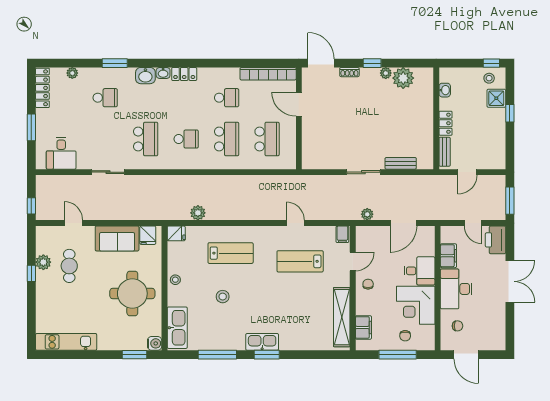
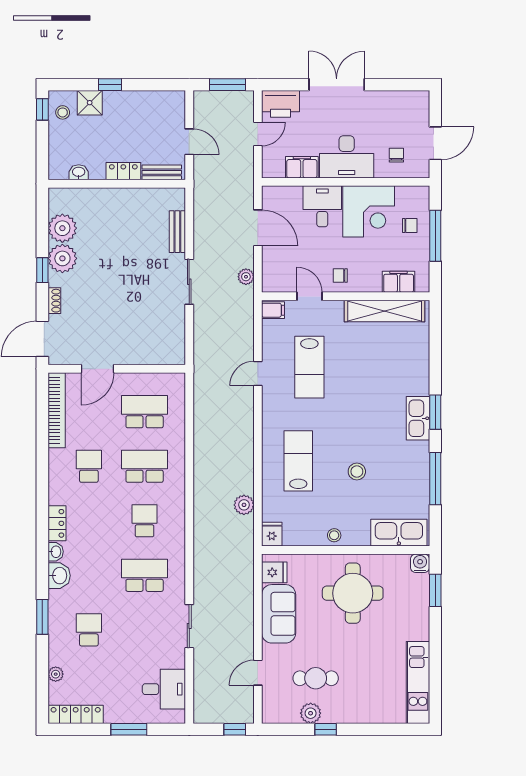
plant: (386, 73) -> (62, 258), width x1.88, depth x1.88

